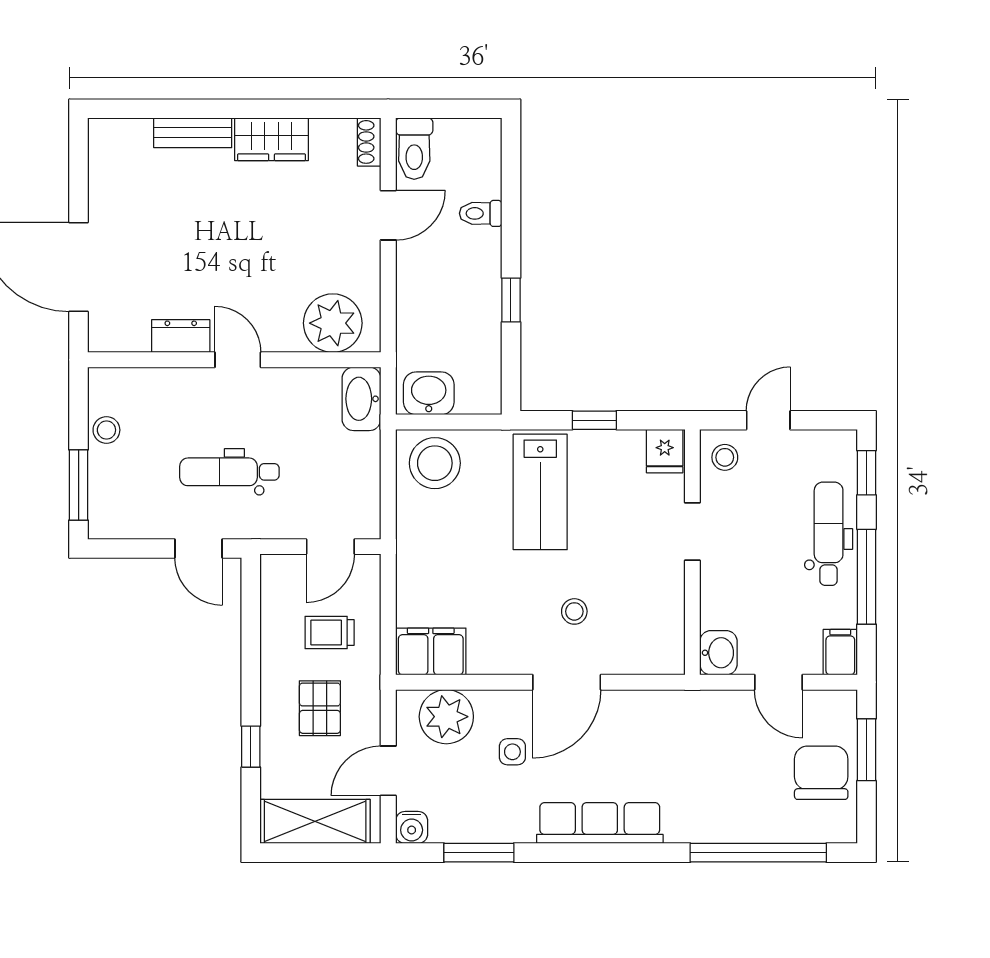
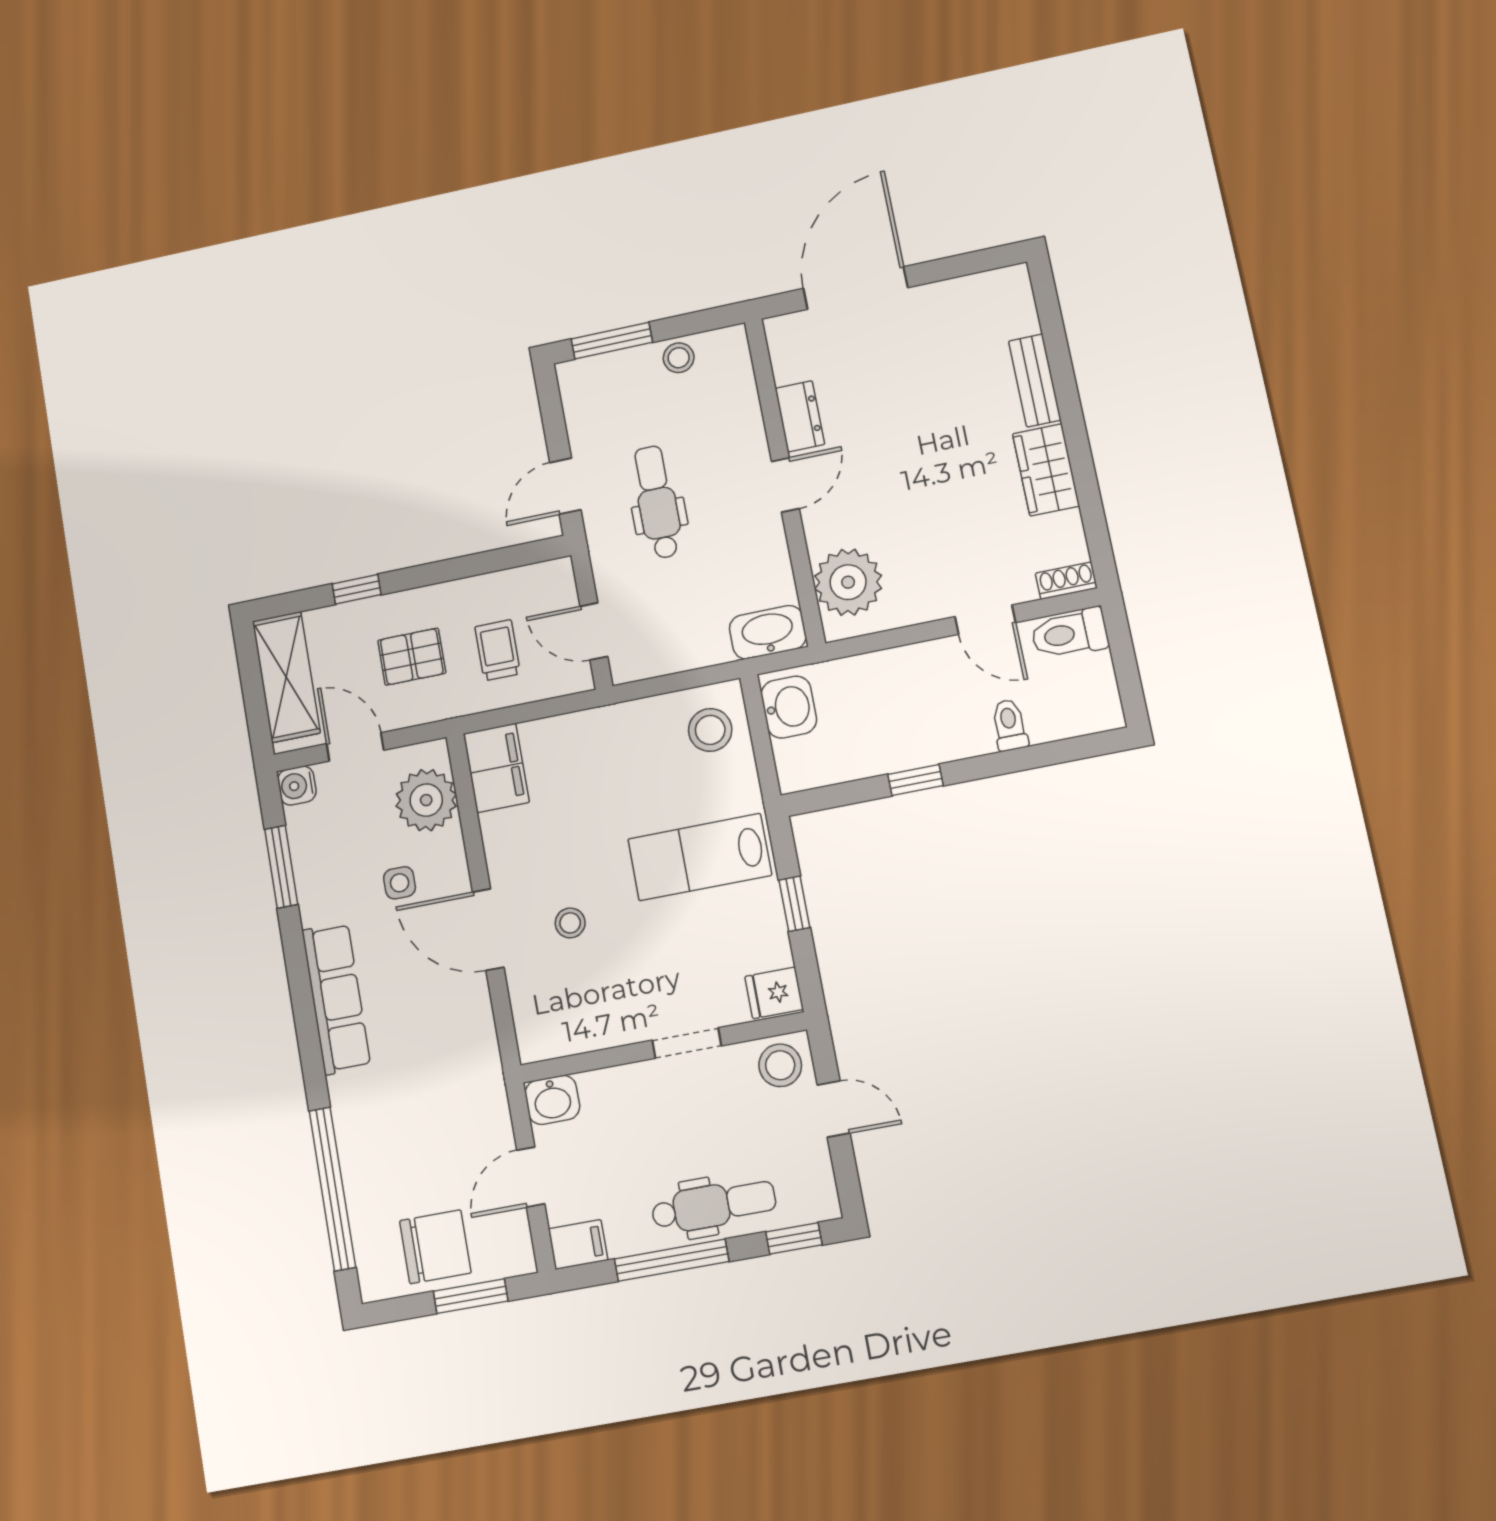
stool: (725, 457) -> (780, 1065), width x1.37, depth x1.37
stool: (435, 463) -> (710, 730), width x0.73, depth x0.73

